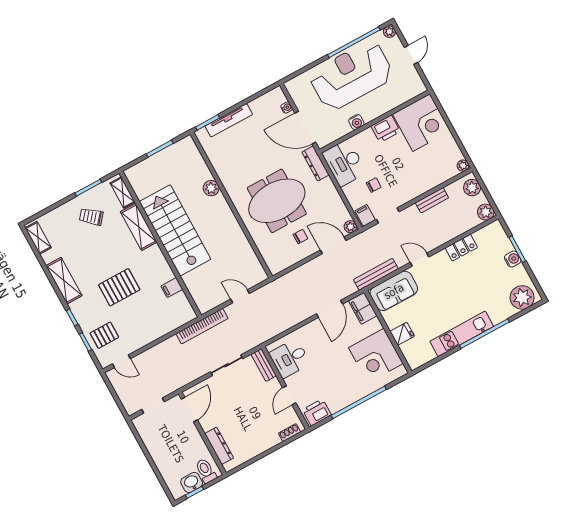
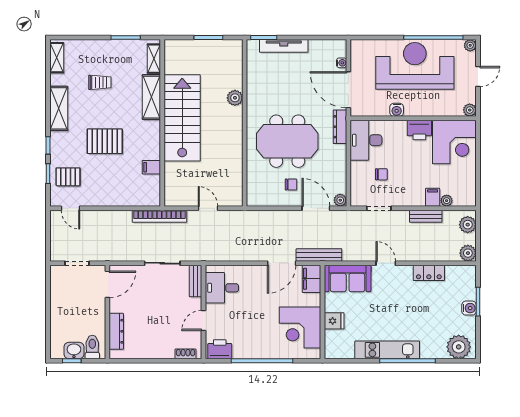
plant: (420, 88) -> (470, 110), added
plant: (463, 166) -> (447, 201), moved
filing cabinet: (365, 215) -> (433, 197), moved
trolley: (91, 217) -> (100, 82), moved, turned 140
bench: (376, 274) -> (319, 255), moved

